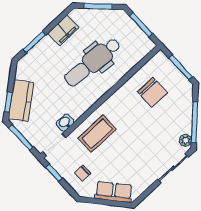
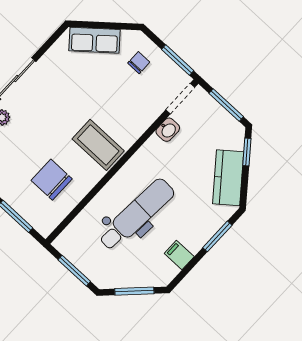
filing cabinet: (63, 30) -> (179, 255), width x0.50
kitchen counter: (21, 101) -> (228, 178), moved
coffee table: (97, 134) -> (98, 145), moved, turned 90
window: (54, 173) -> (178, 60), width x1.50

